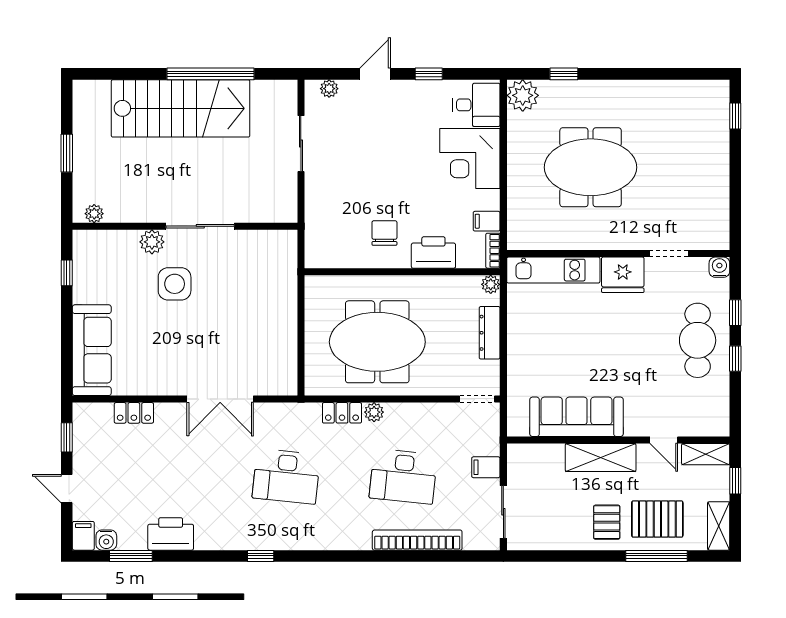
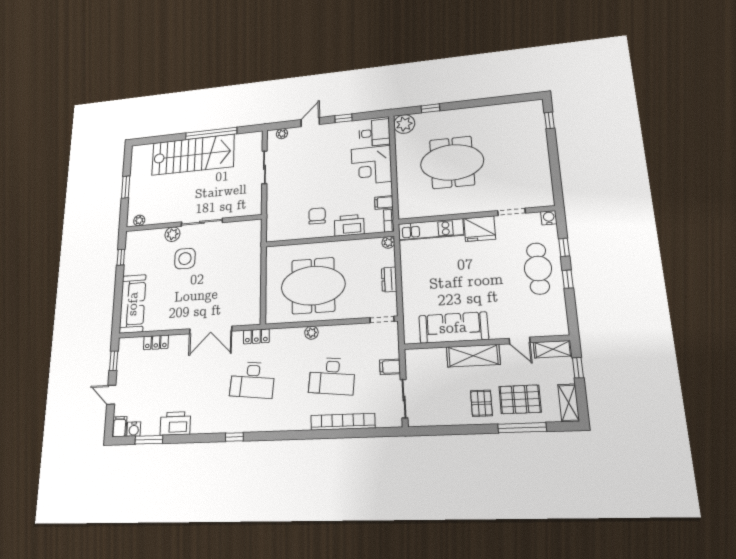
dresser: (490, 333) -> (389, 279), width x0.70
locker: (342, 413) -> (256, 336), moved

